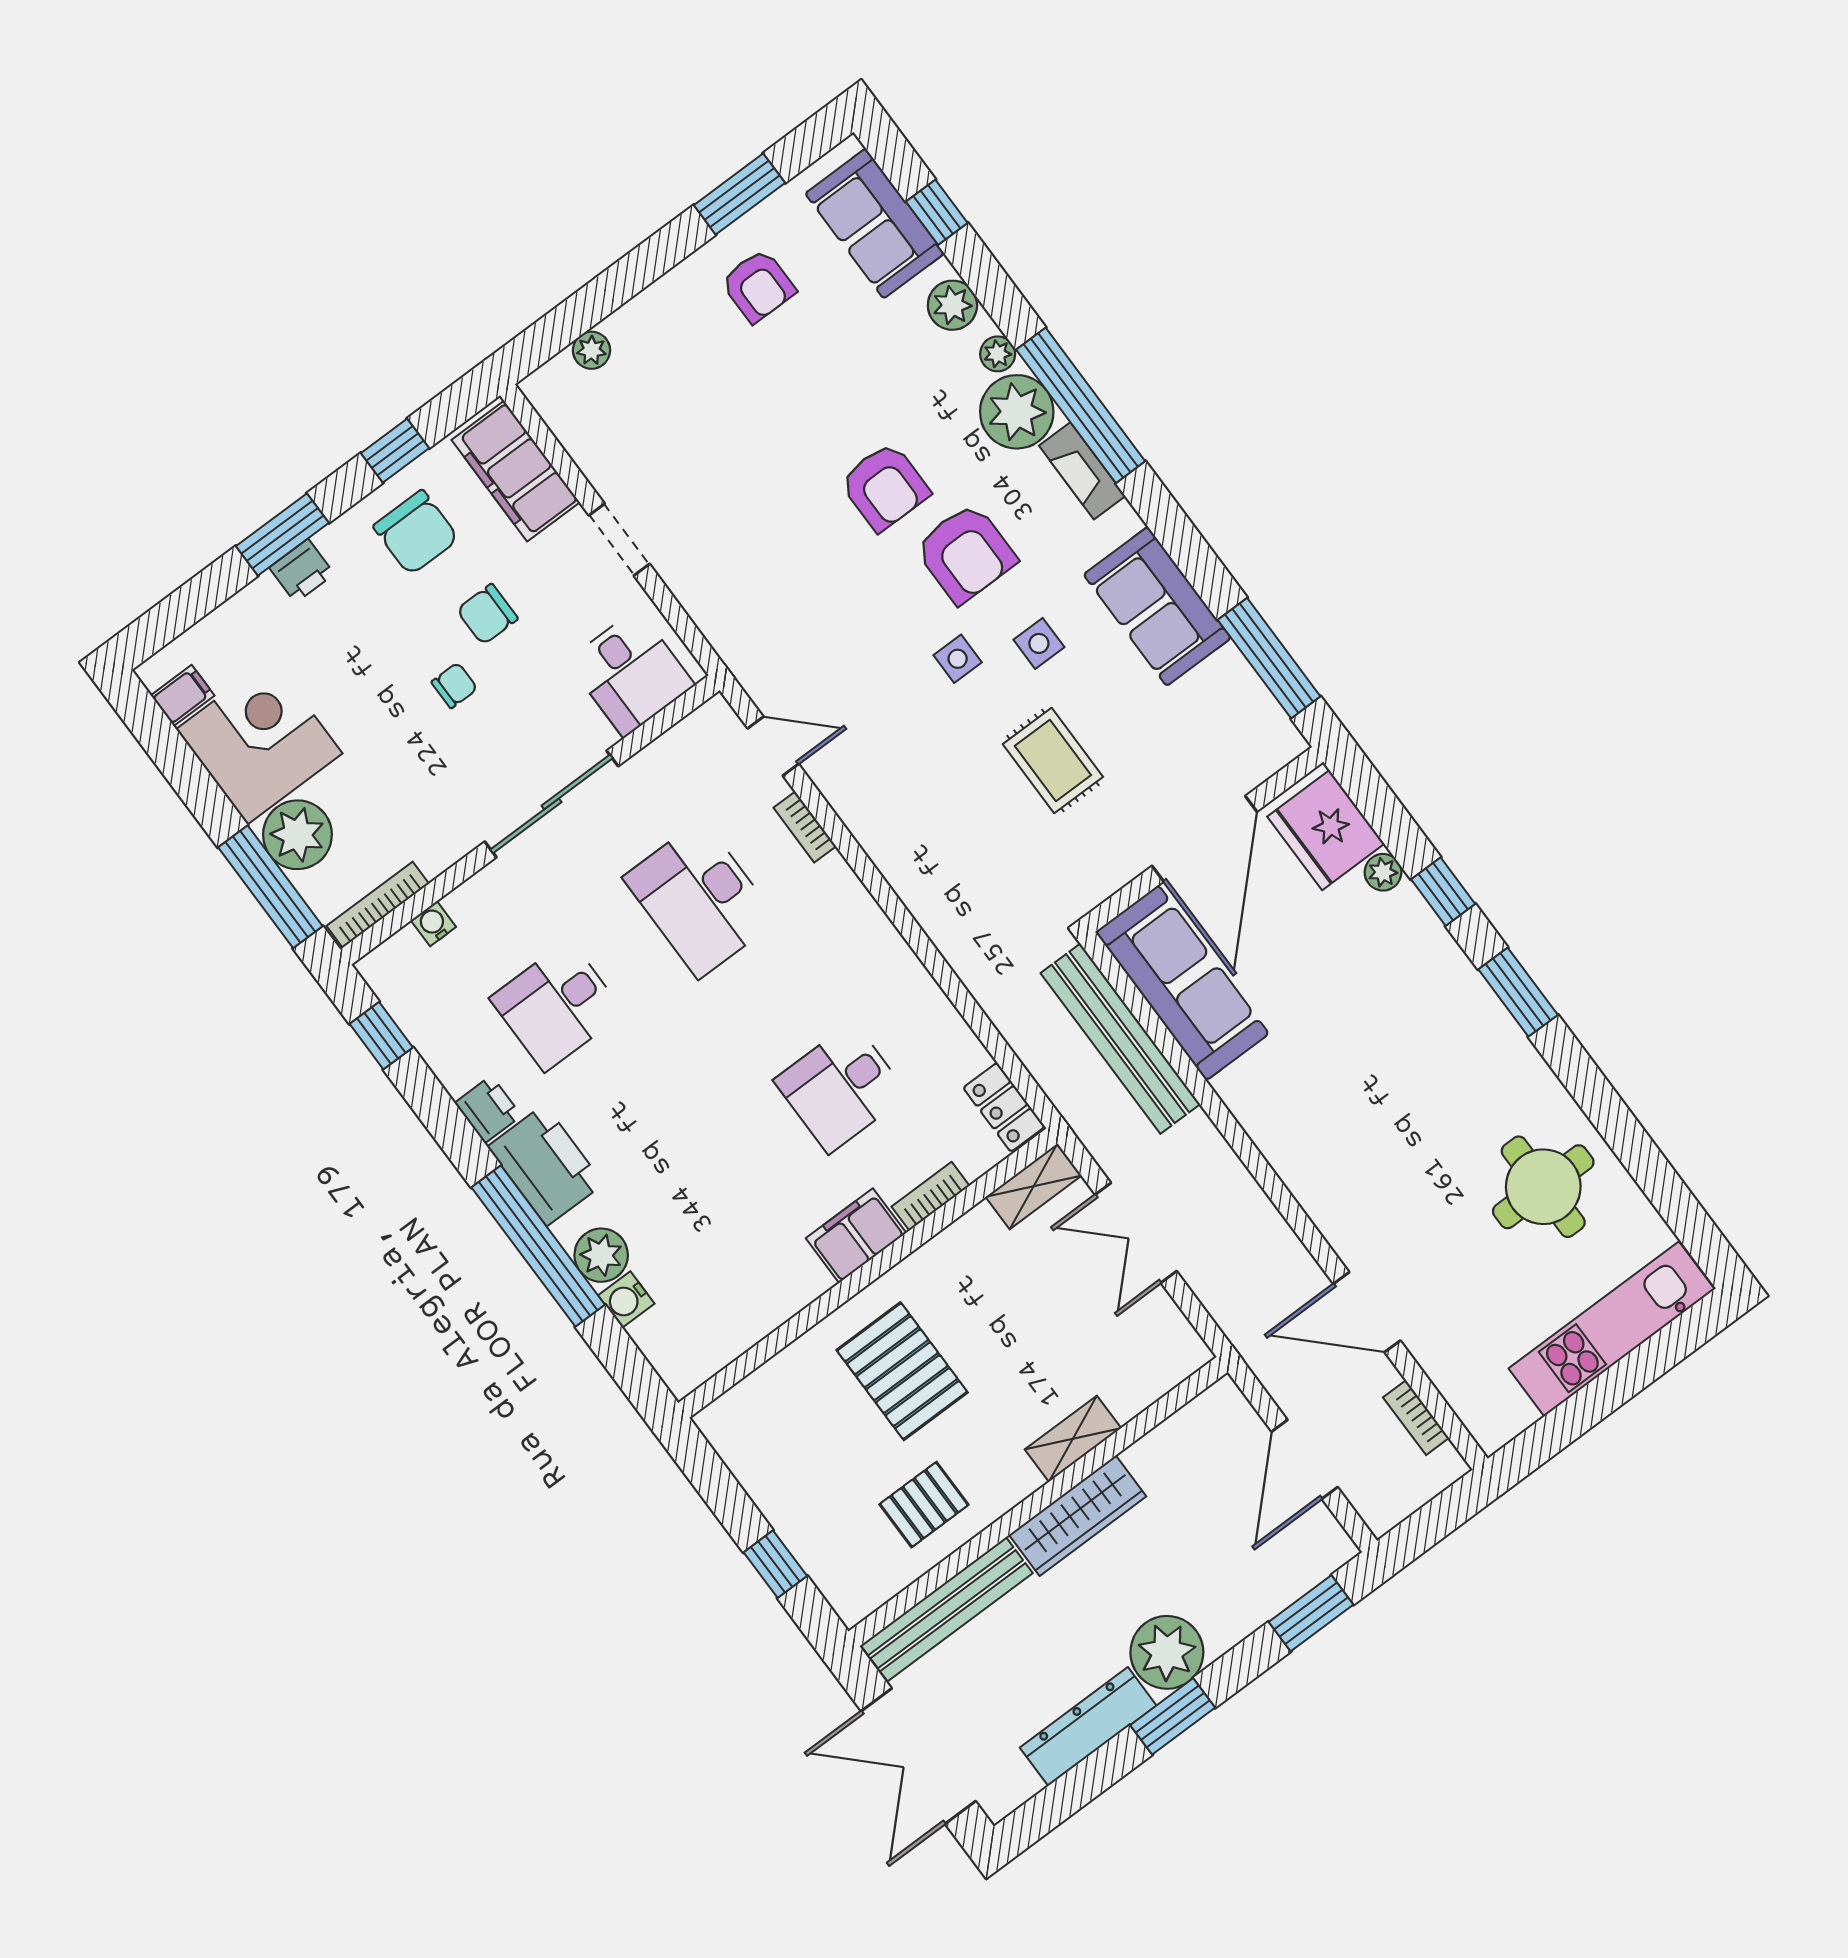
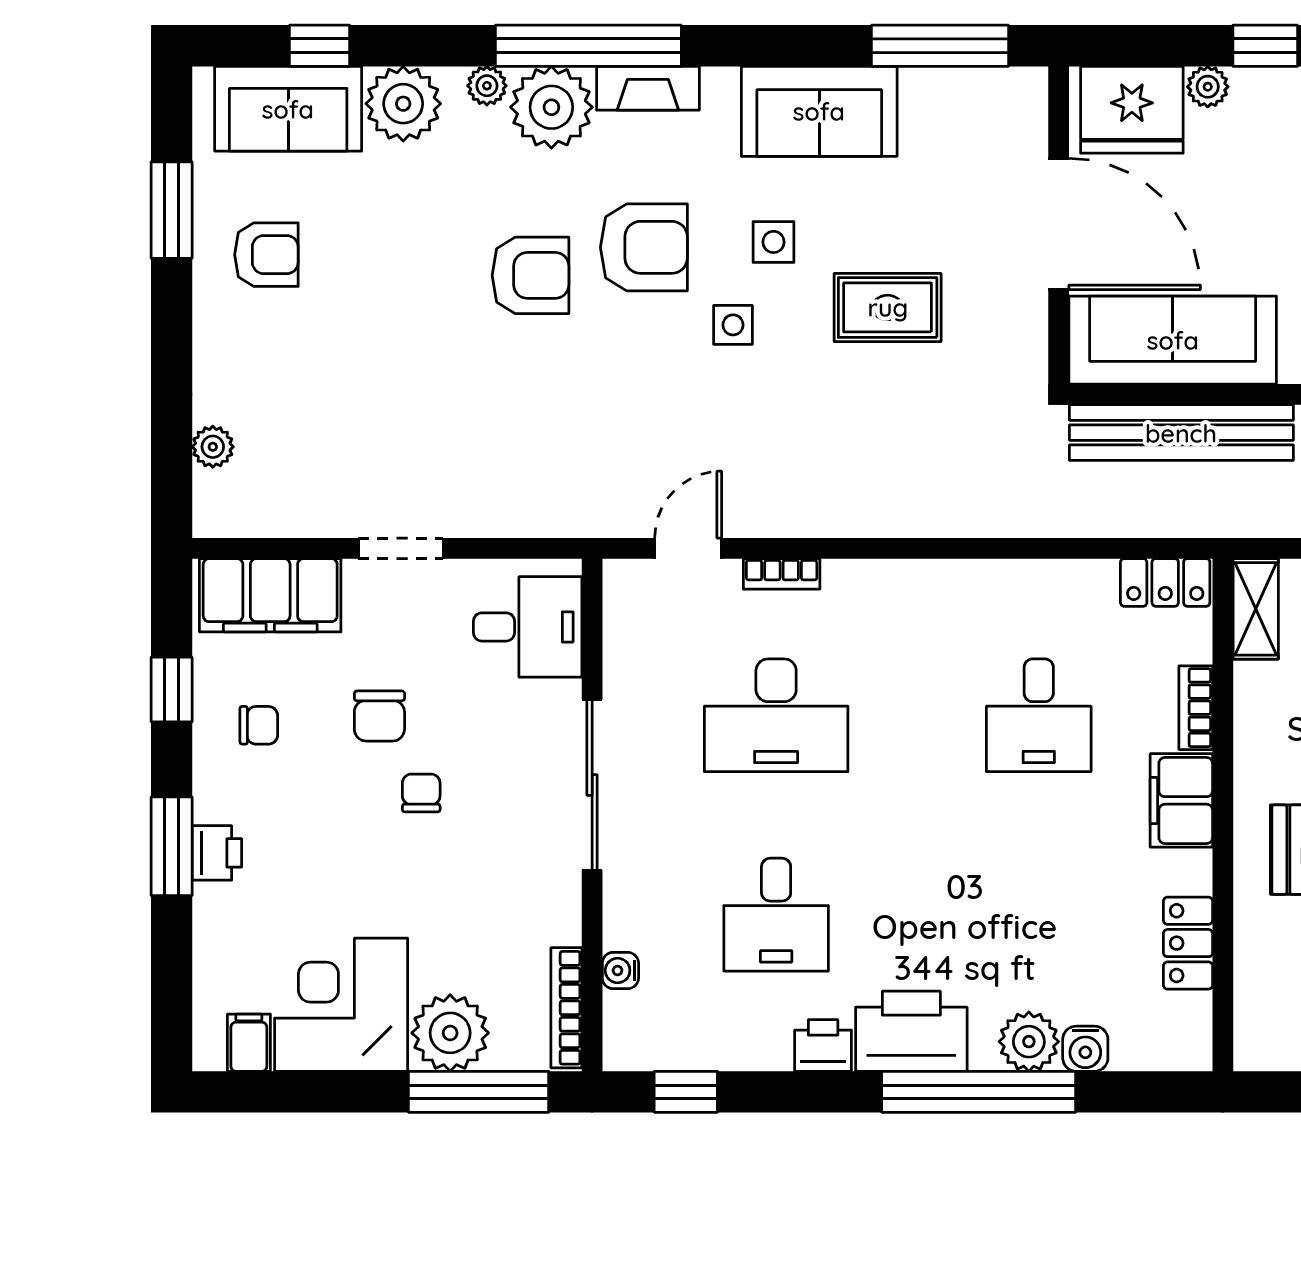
plant: (952, 305) -> (403, 104), width x1.36, depth x1.36
chair: (416, 533) -> (259, 725), width x0.54, depth x0.54
locker: (757, 1317) -> (1188, 943), added

